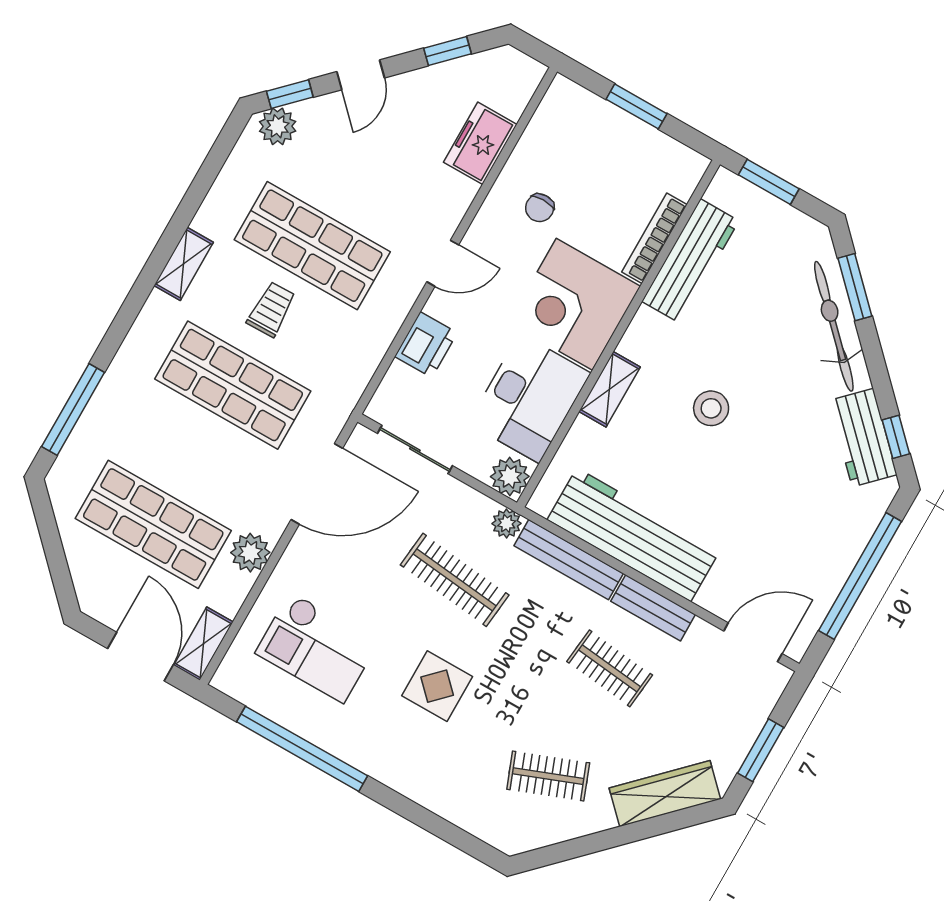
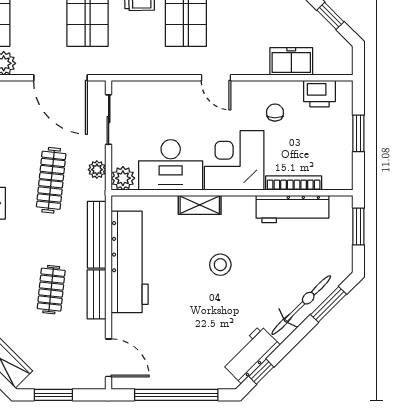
chair: (540, 208) -> (275, 113), turned 90
printer: (426, 345) -> (320, 94), moved
plant: (507, 523) -> (97, 170), moved

